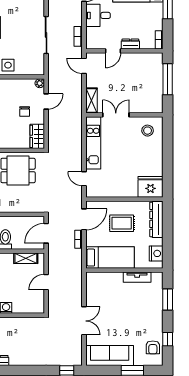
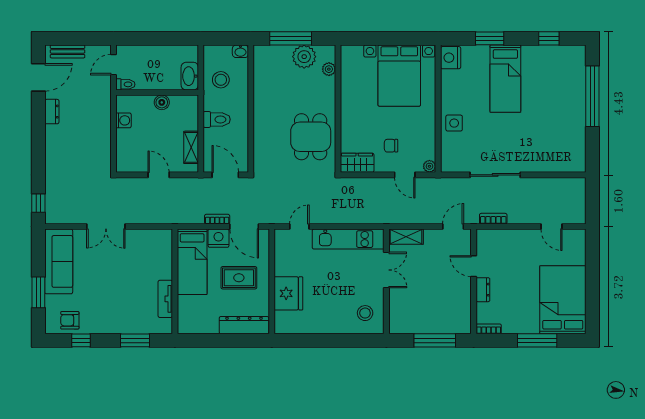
desk: (98, 15) -> (522, 246), removed
fridge: (150, 187) -> (288, 293), moved
rug: (122, 223) -> (239, 278), turned 90
nightstand: (156, 253) -> (218, 238), moved, turned 180

